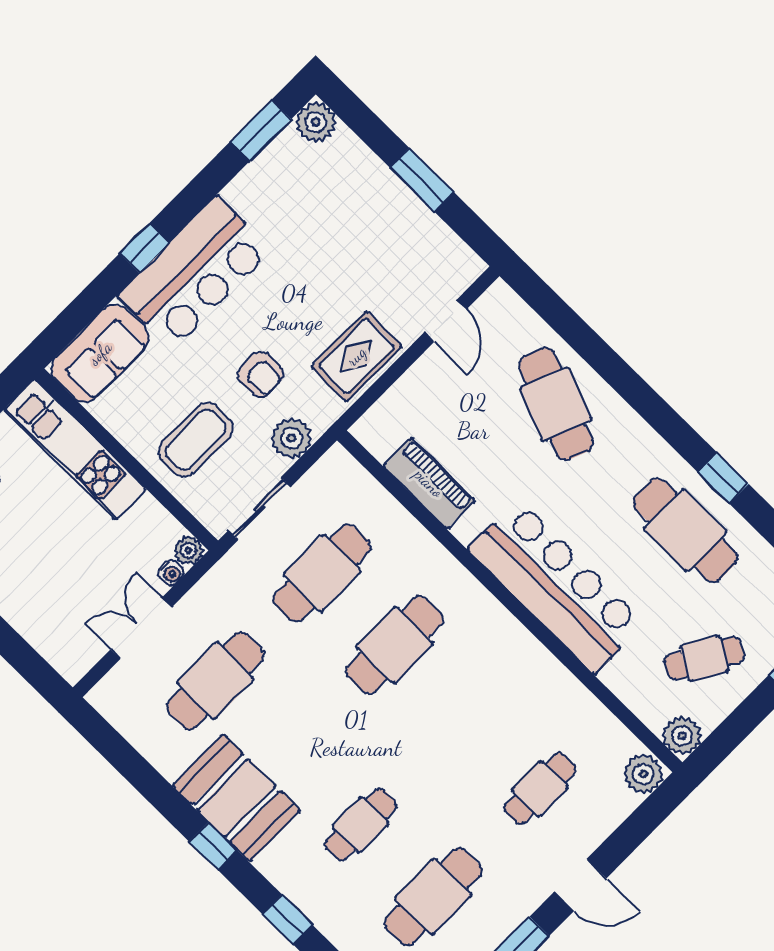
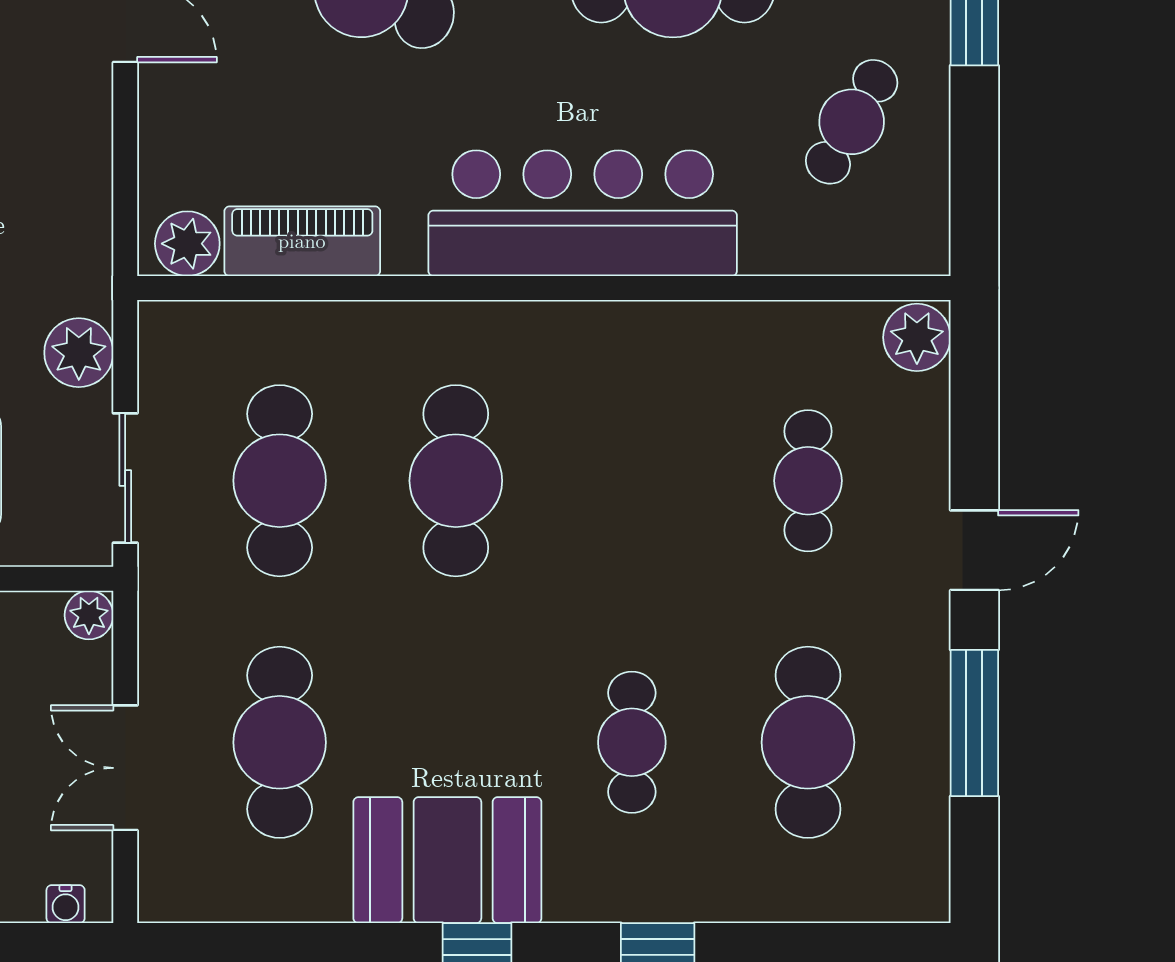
rug: (356, 356) -> (59, 173), removed
water cooler: (171, 573) -> (66, 904), moved, turned 90
plant: (682, 736) -> (187, 244), moved

